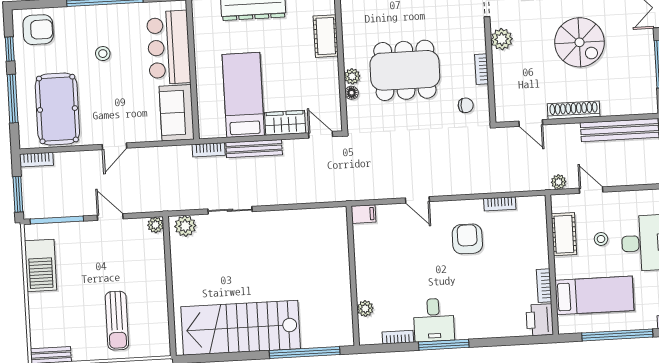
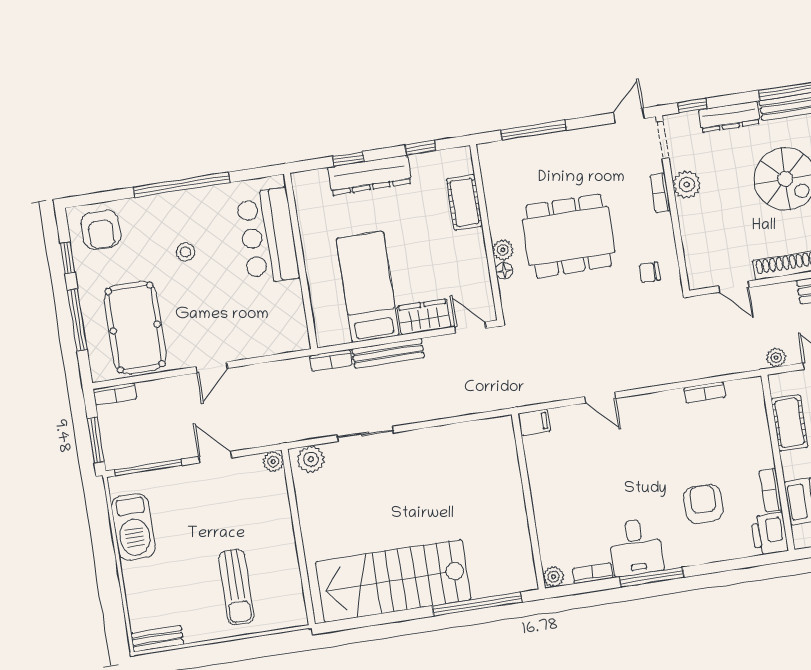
armchair: (38, 30) -> (101, 230), turned 90
bookcase: (482, 69) -> (660, 193), moved
chair: (466, 105) -> (650, 272), turned 180
sofa: (177, 113) -> (286, 318), removed
armchair: (467, 239) -> (703, 504), moved
plant: (365, 309) -> (554, 577), moved

